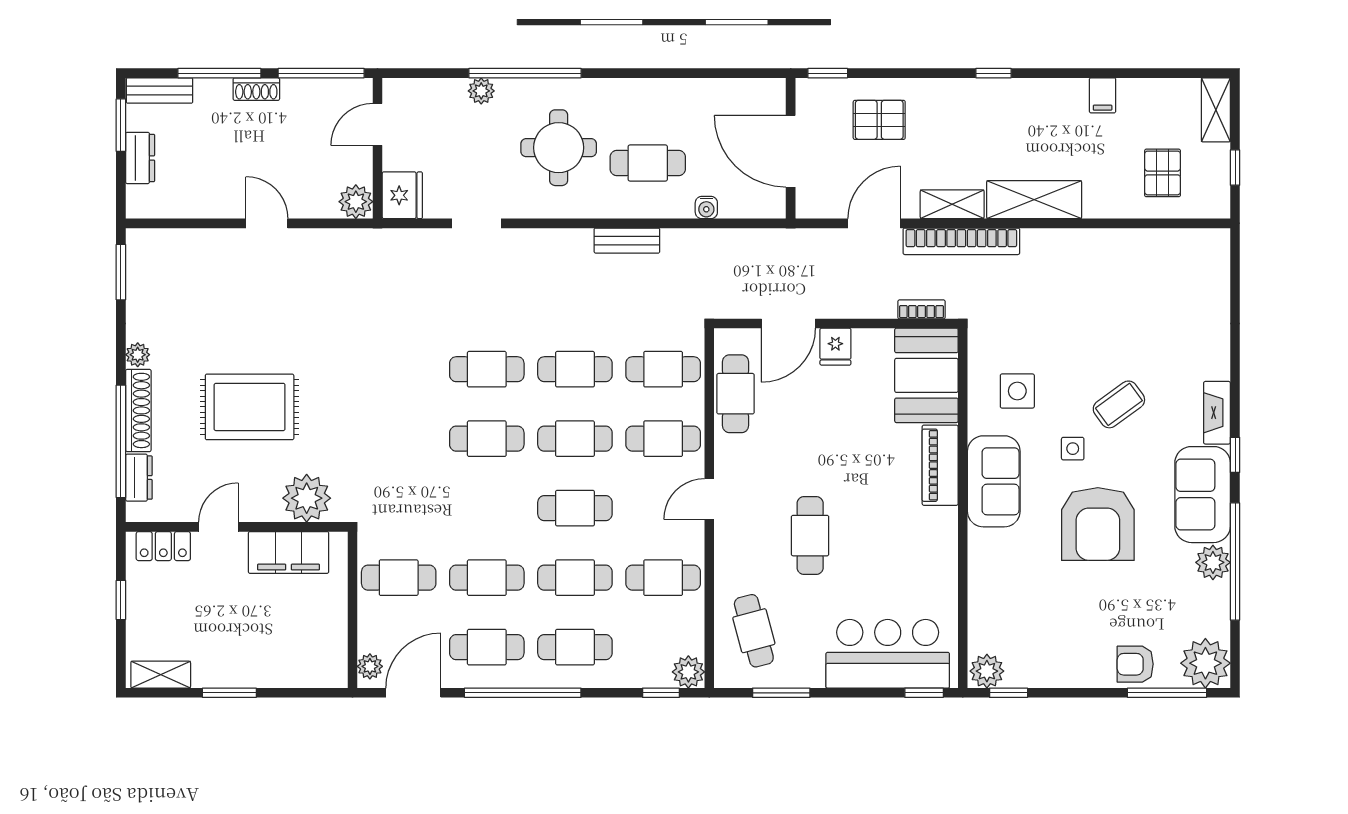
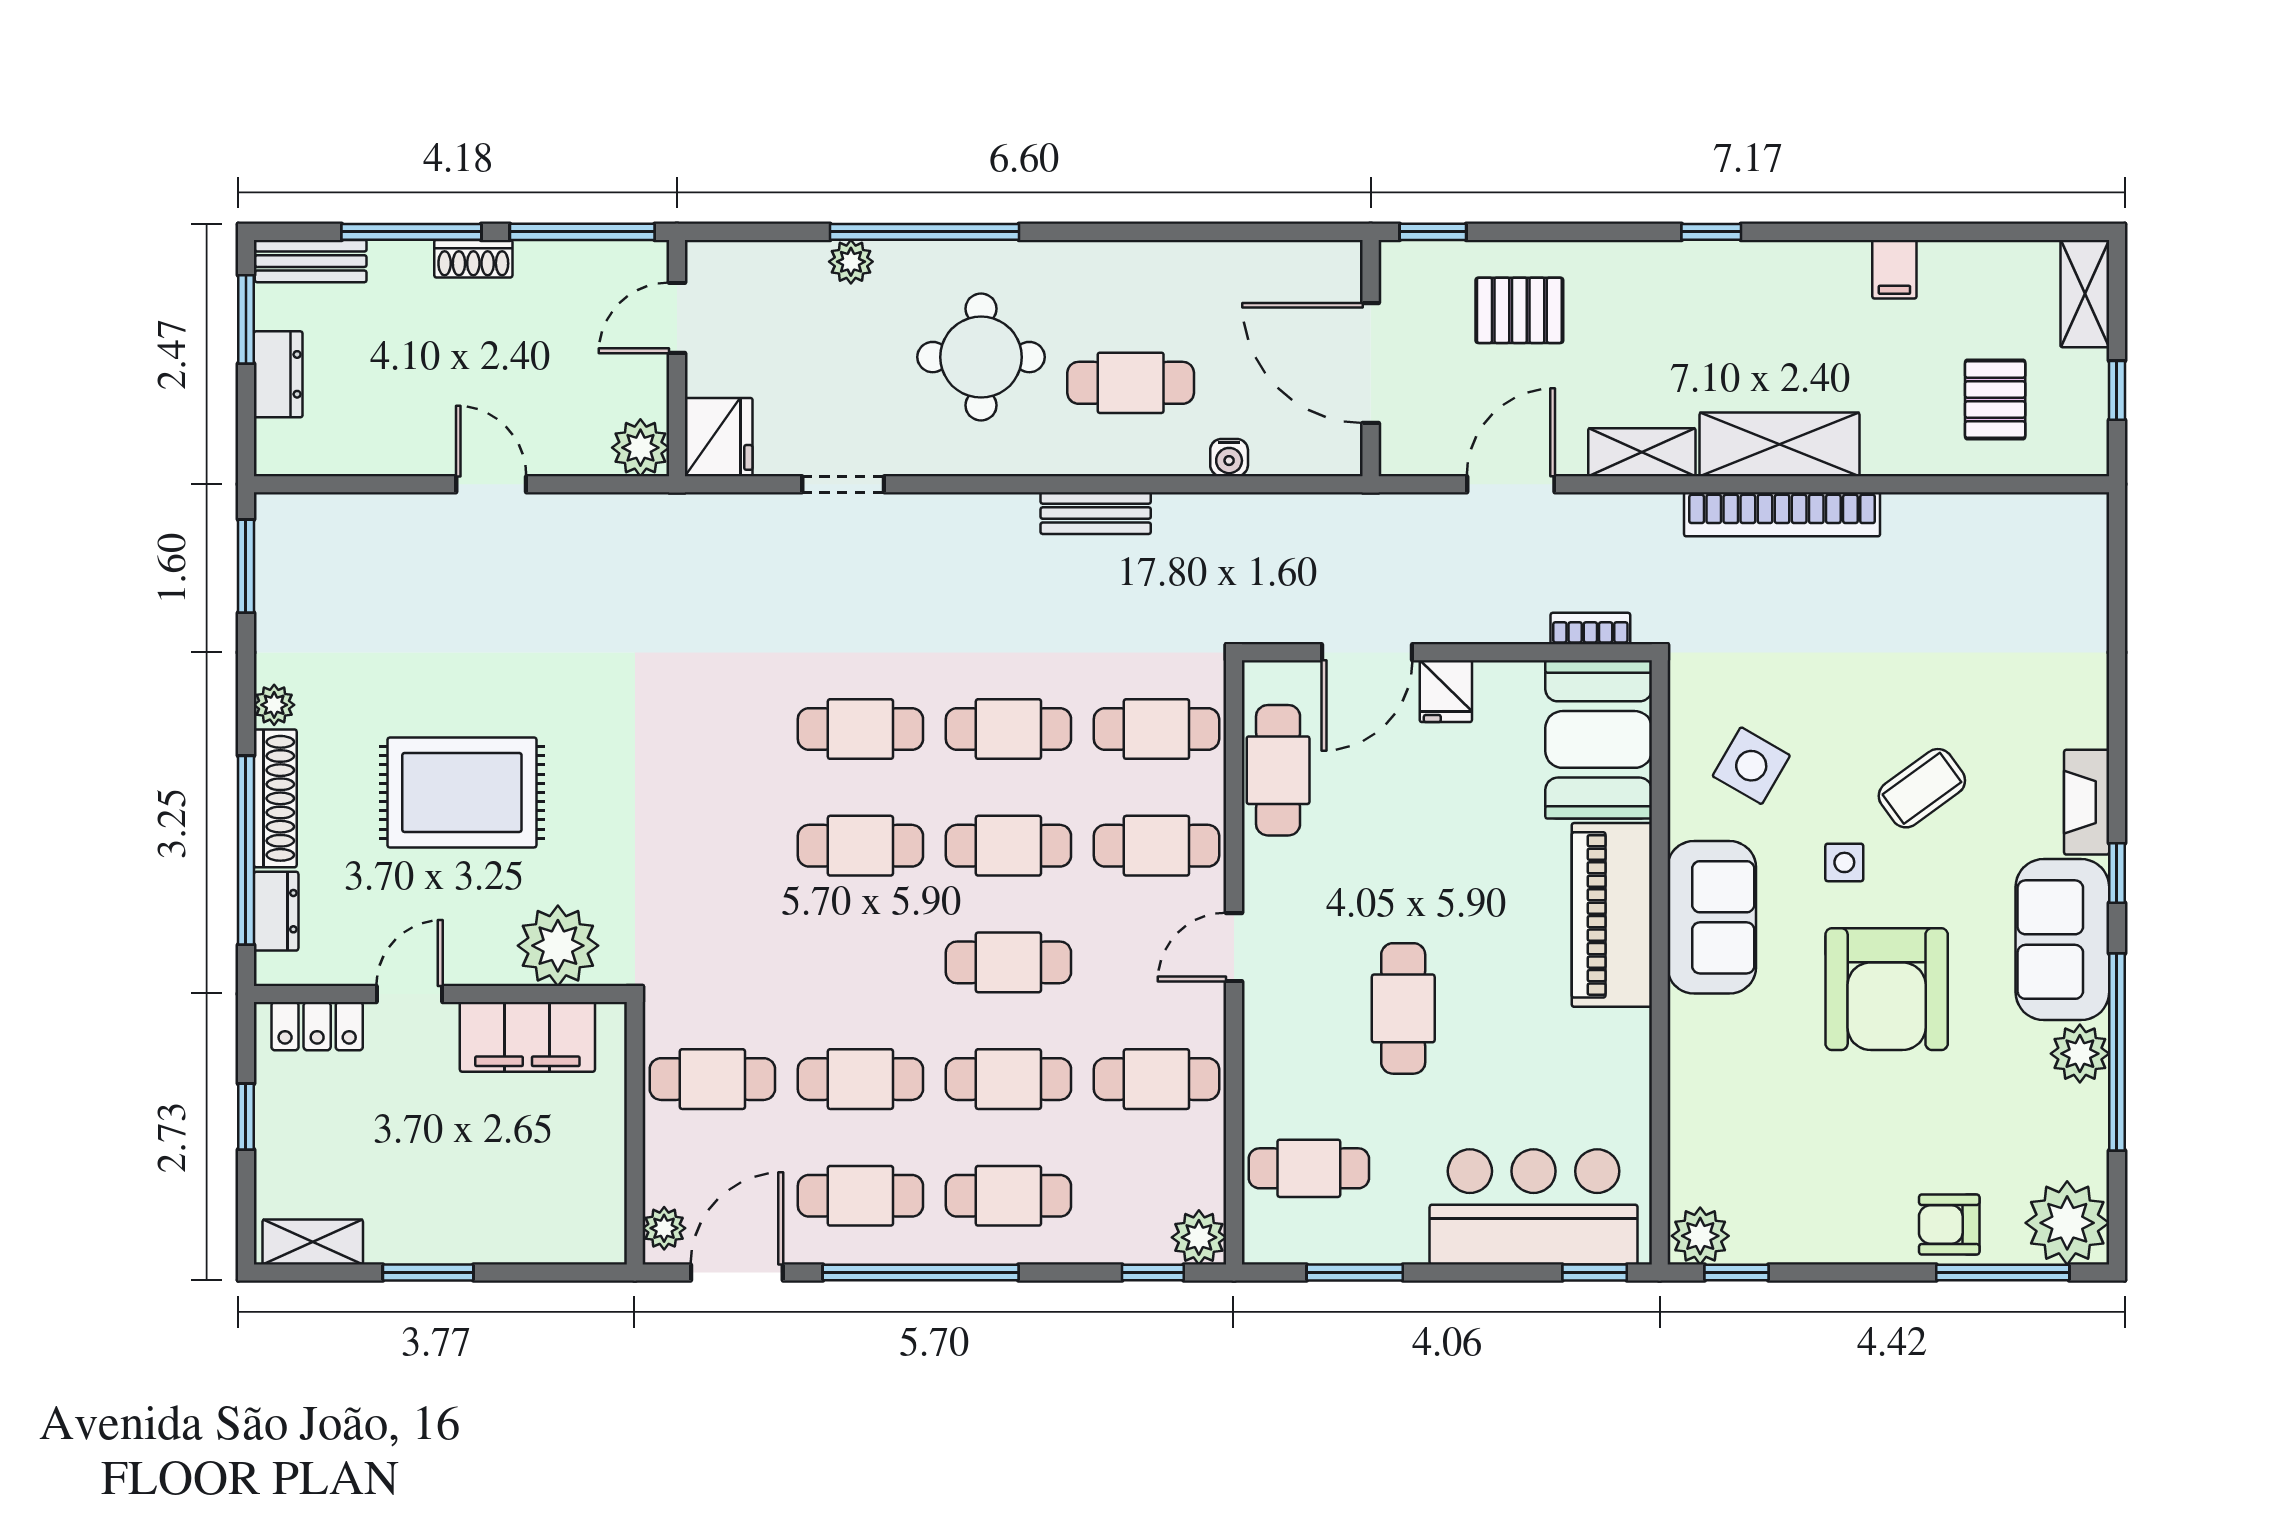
bookcase: (961, 241) -> (1782, 514), moved
side table: (1017, 391) -> (1751, 766), turned 30
piano: (940, 465) -> (1612, 915), width x1.37, depth x1.33
cafe table: (754, 631) -> (1309, 1168), turned -75

